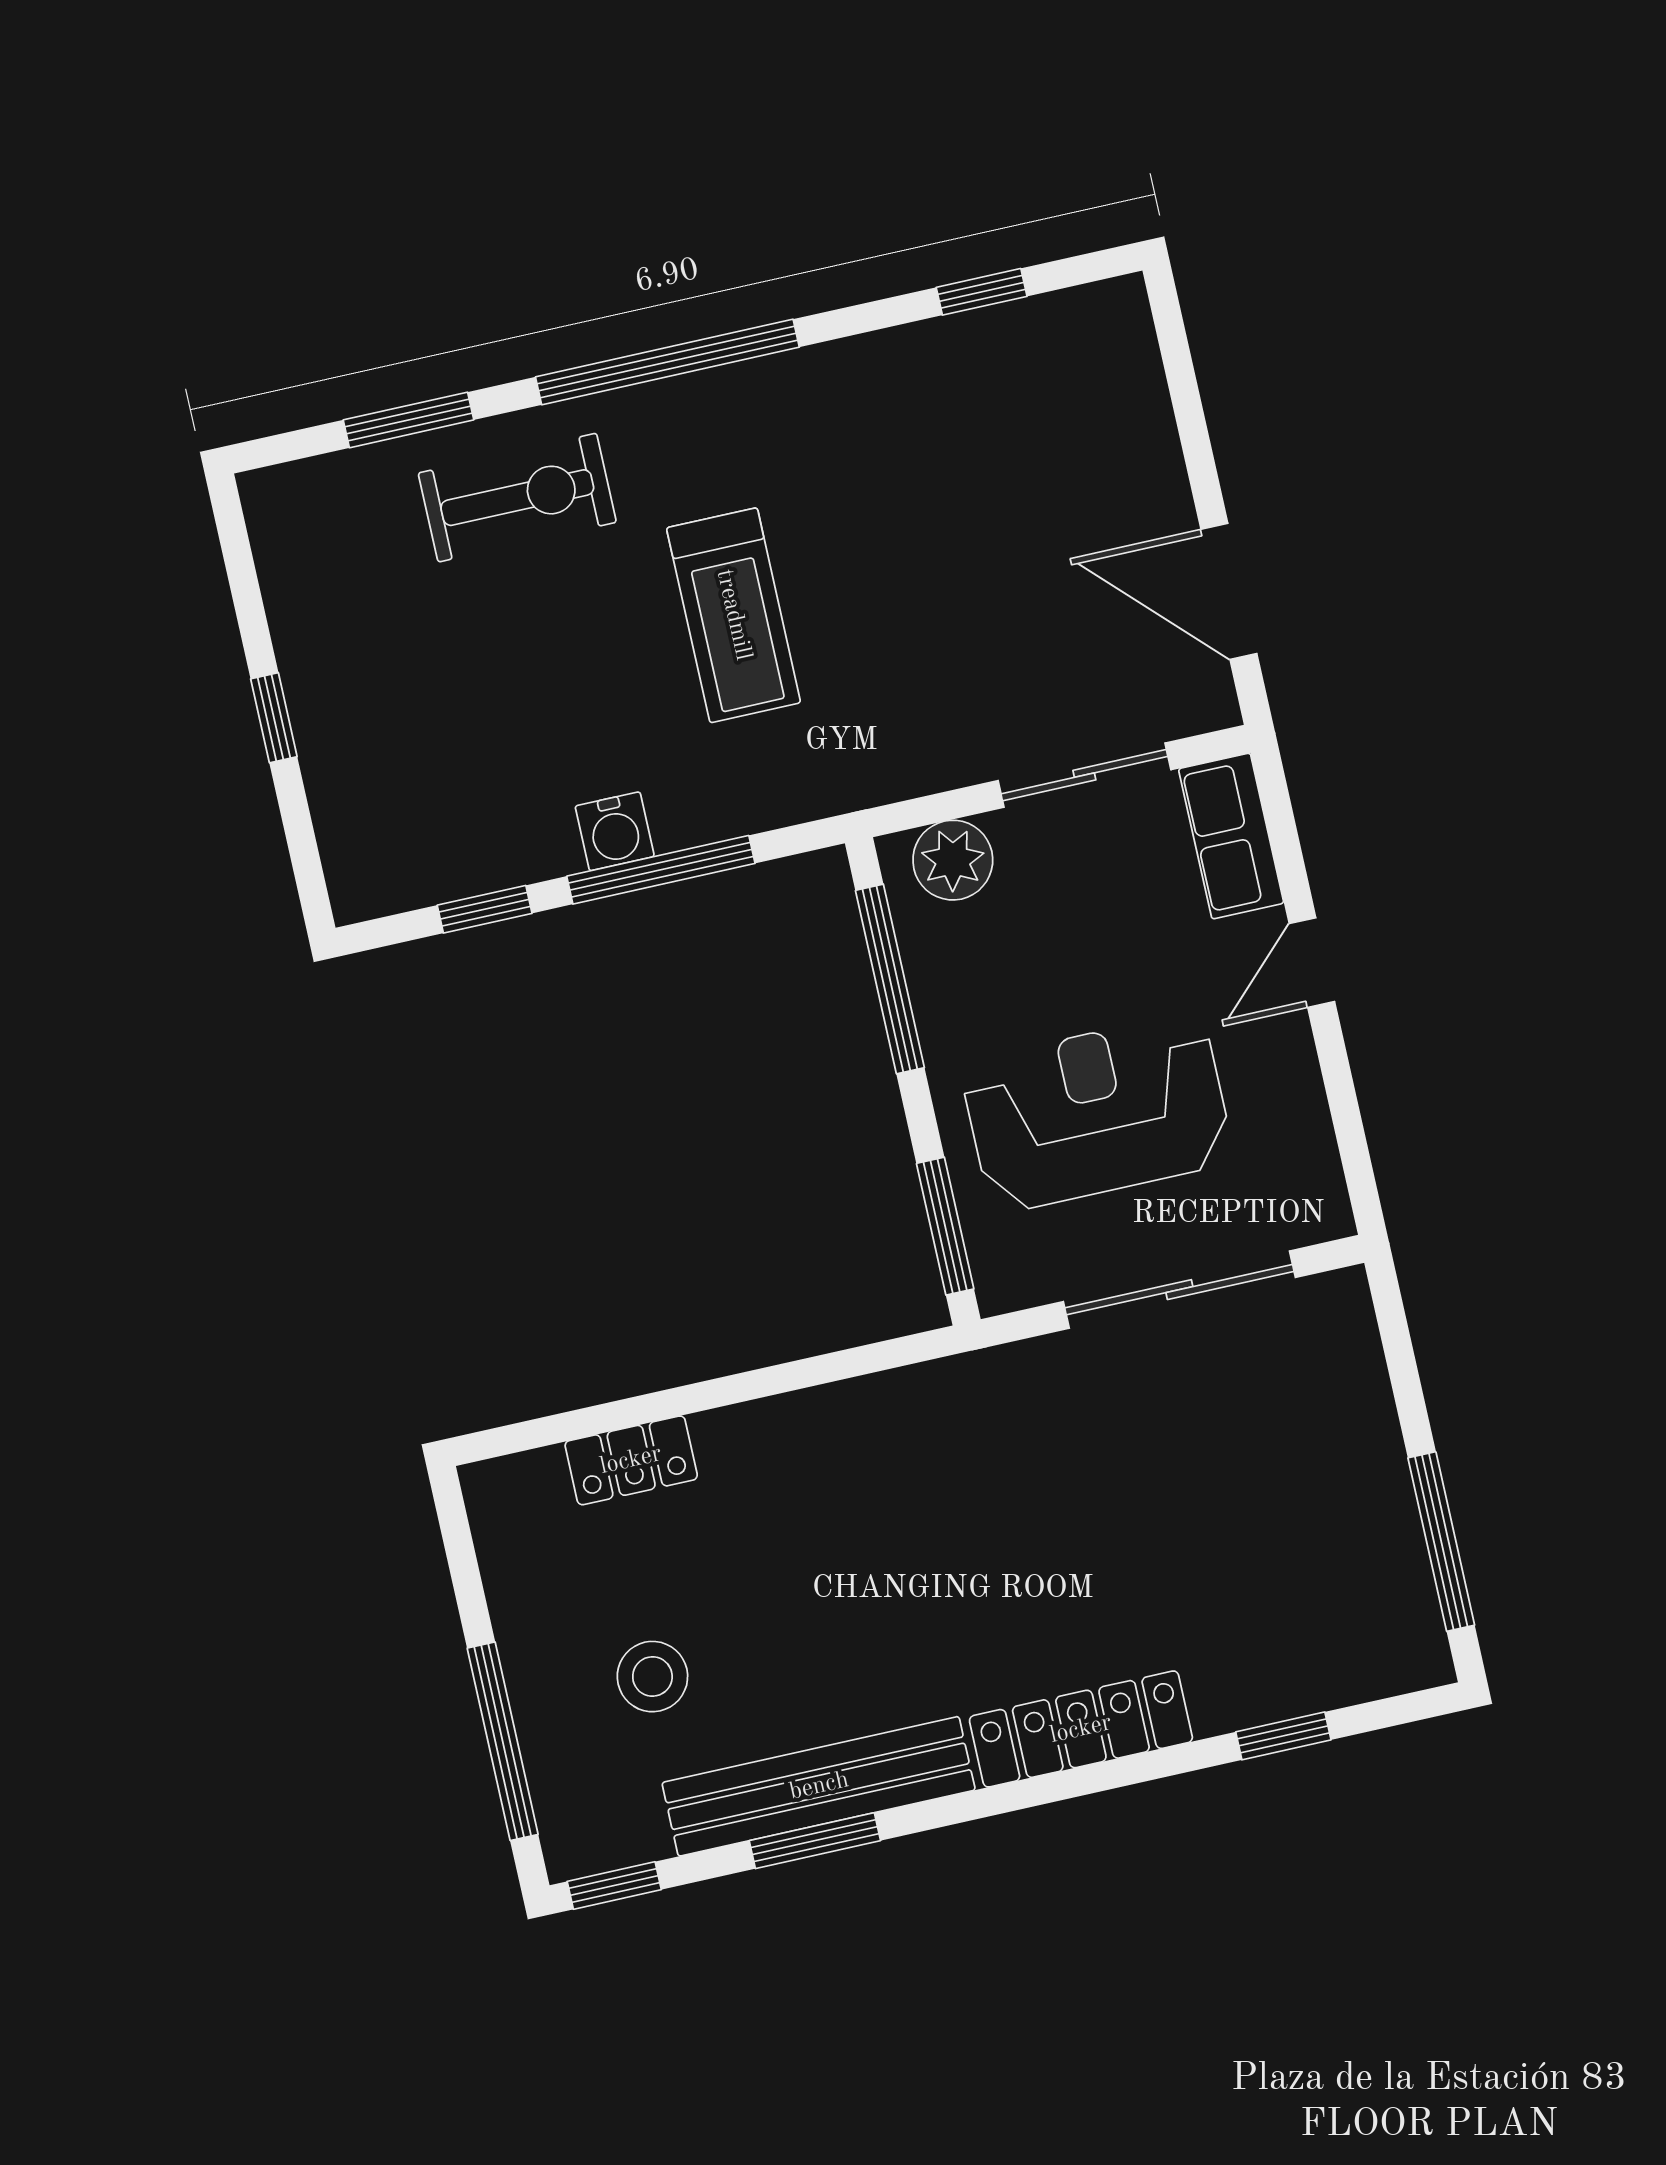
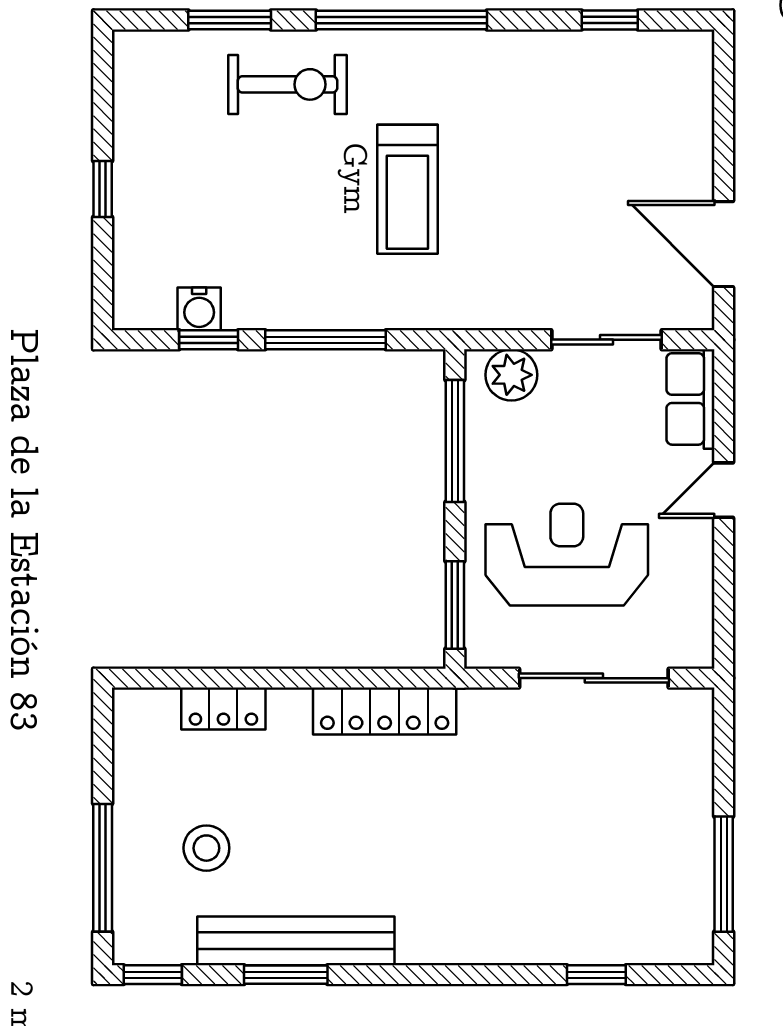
water cooler: (615, 831) -> (199, 309), moved
locker: (1081, 1729) -> (385, 711), moved, turned 180

